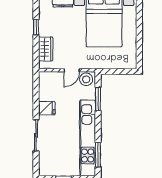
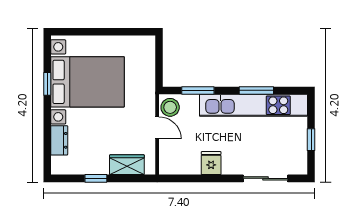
sliding door: (36, 135) -> (265, 178), moved
window: (98, 155) -> (256, 90), moved

